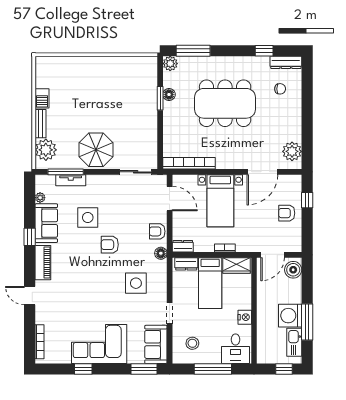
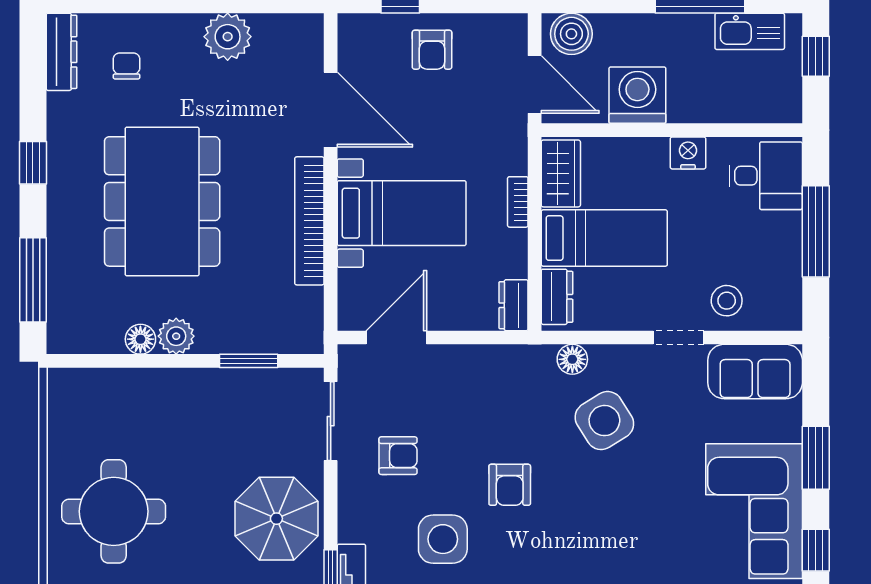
window: (264, 51) -> (33, 163), moved
plant: (170, 64) -> (176, 336), moved
round table: (99, 84) -> (114, 511), added
window: (160, 98) -> (249, 361), moved
plant: (292, 151) -> (228, 37), moved
bookcase: (189, 163) -> (309, 221), moved
armchair: (157, 231) -> (398, 456), moved, turned -90
floor lamp: (161, 253) -> (572, 359), moved
side table: (136, 283) -> (604, 421), turned -32
washing machine: (290, 316) -> (637, 95), moved, turned 180
stool: (192, 343) -> (727, 301), moved
window: (144, 369) -> (816, 458), moved

